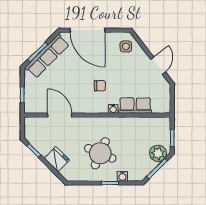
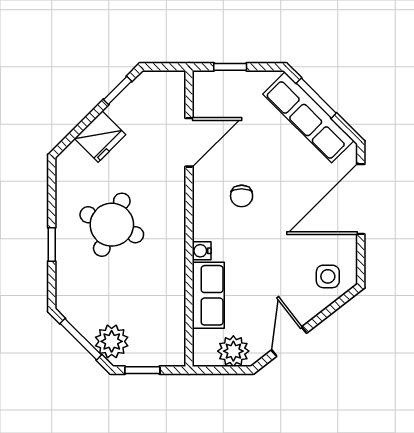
door: (158, 66) -> (289, 342), swing flipped
chair: (100, 86) -> (242, 196), moved
plant: (163, 93) -> (233, 351), added
water cooler: (122, 176) -> (65, 269), removed

